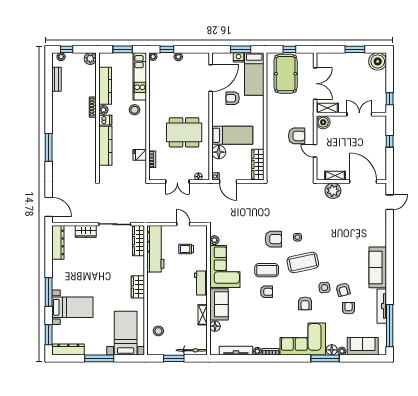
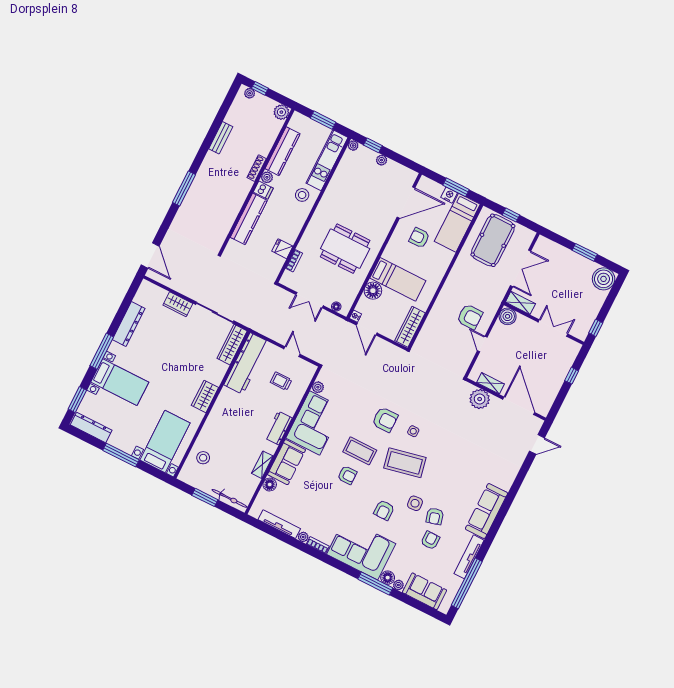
bench: (57, 79) -> (221, 138), moved
dresser: (58, 242) -> (129, 324), moved

